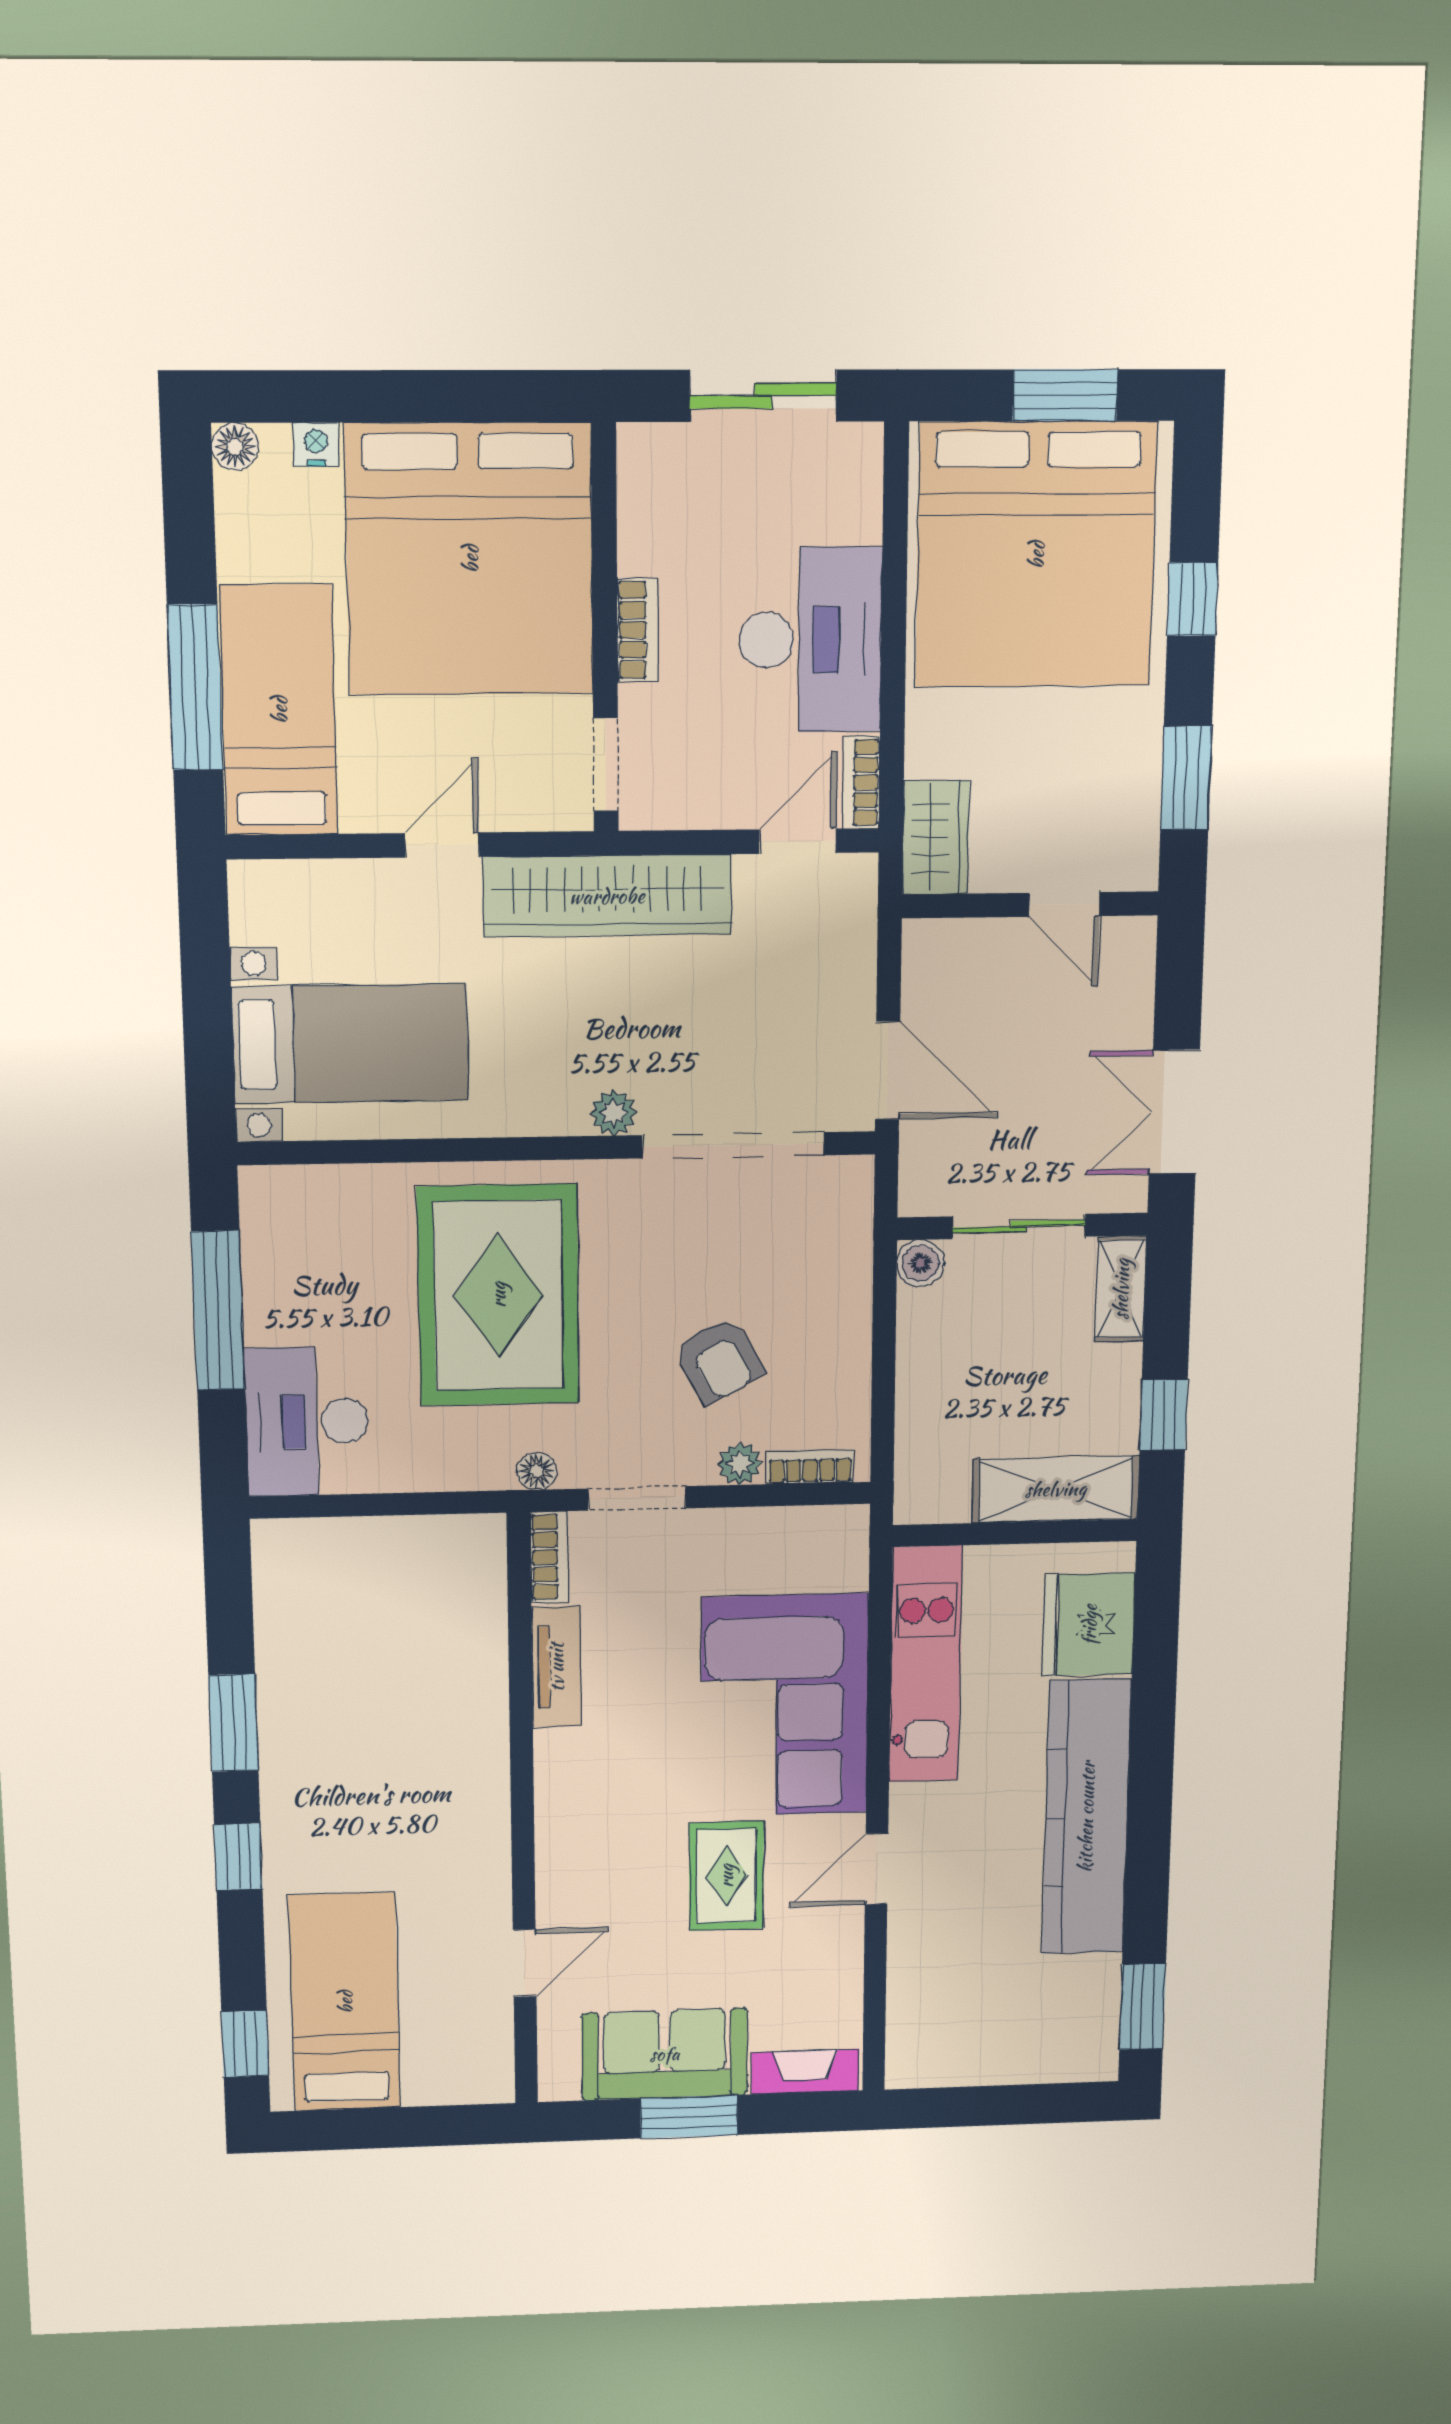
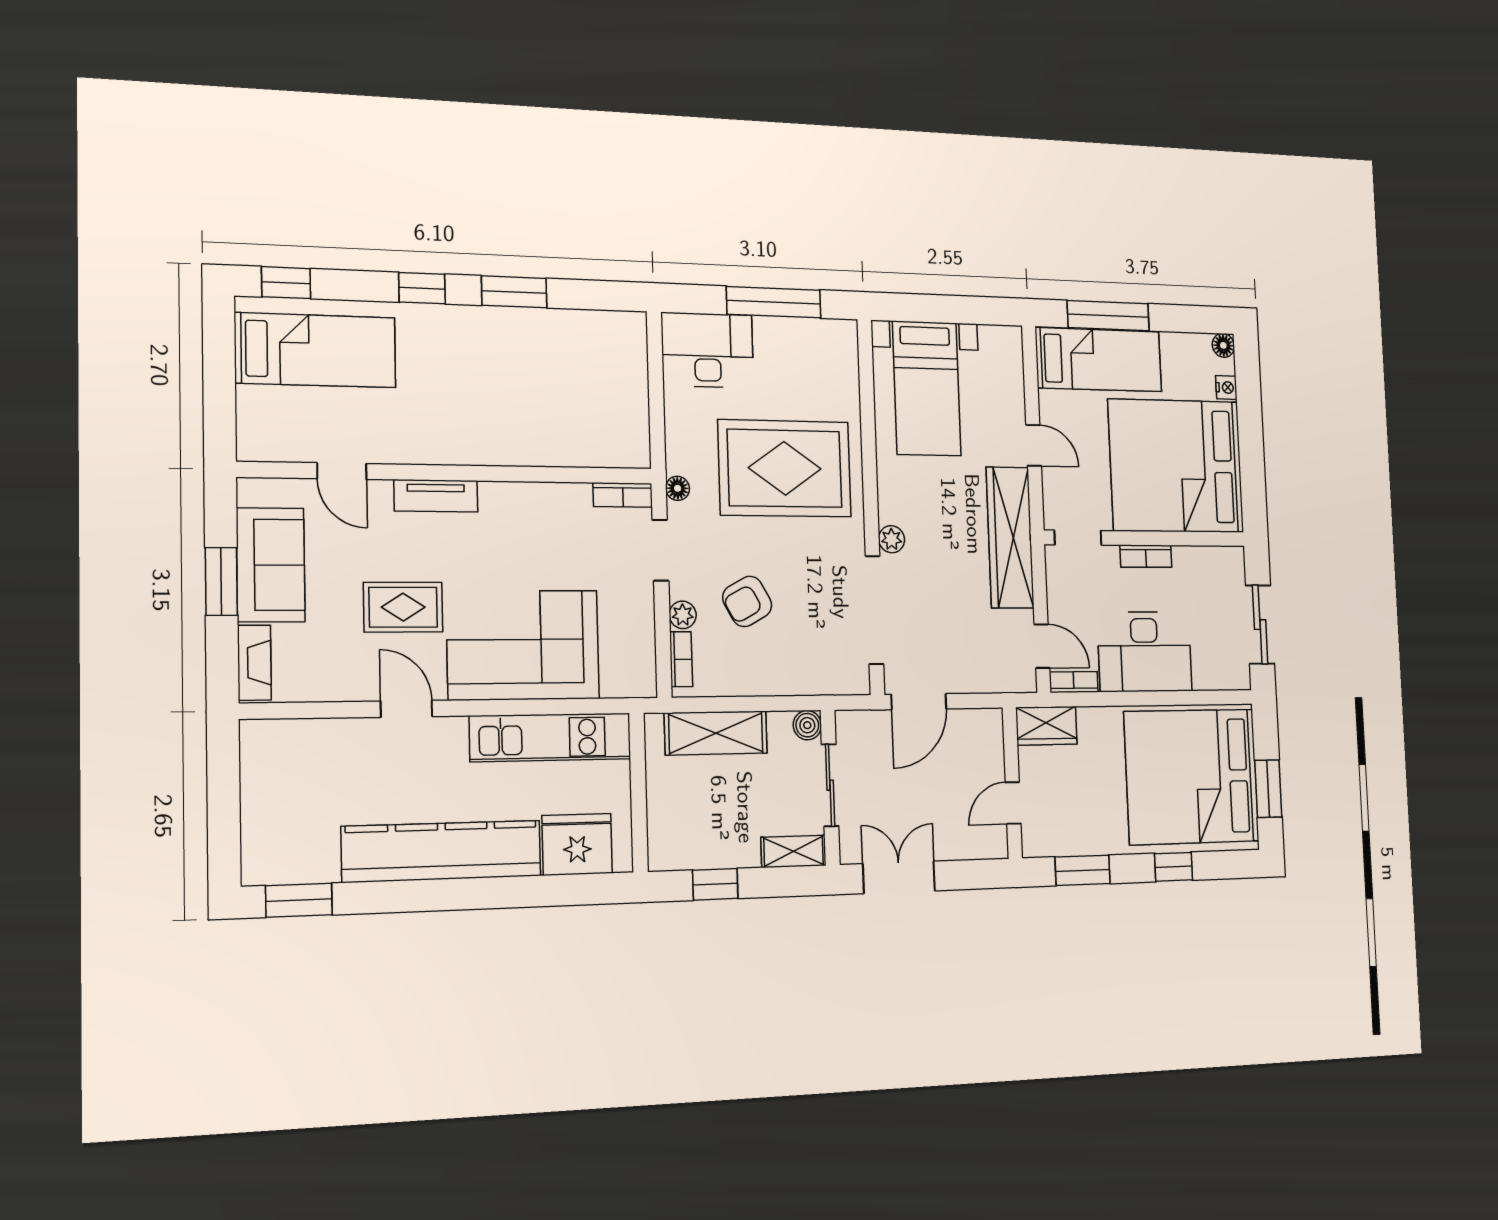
shelving: (1056, 1489) -> (716, 733), moved, turned 90
tv unit: (556, 1667) -> (436, 496), moved

